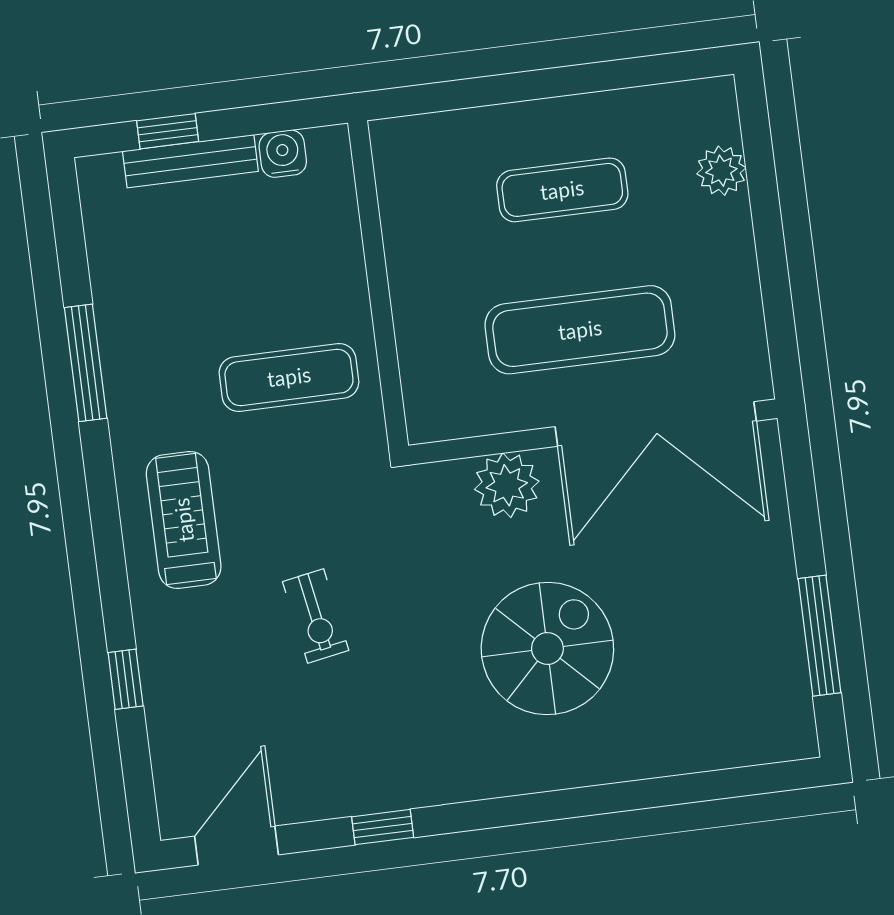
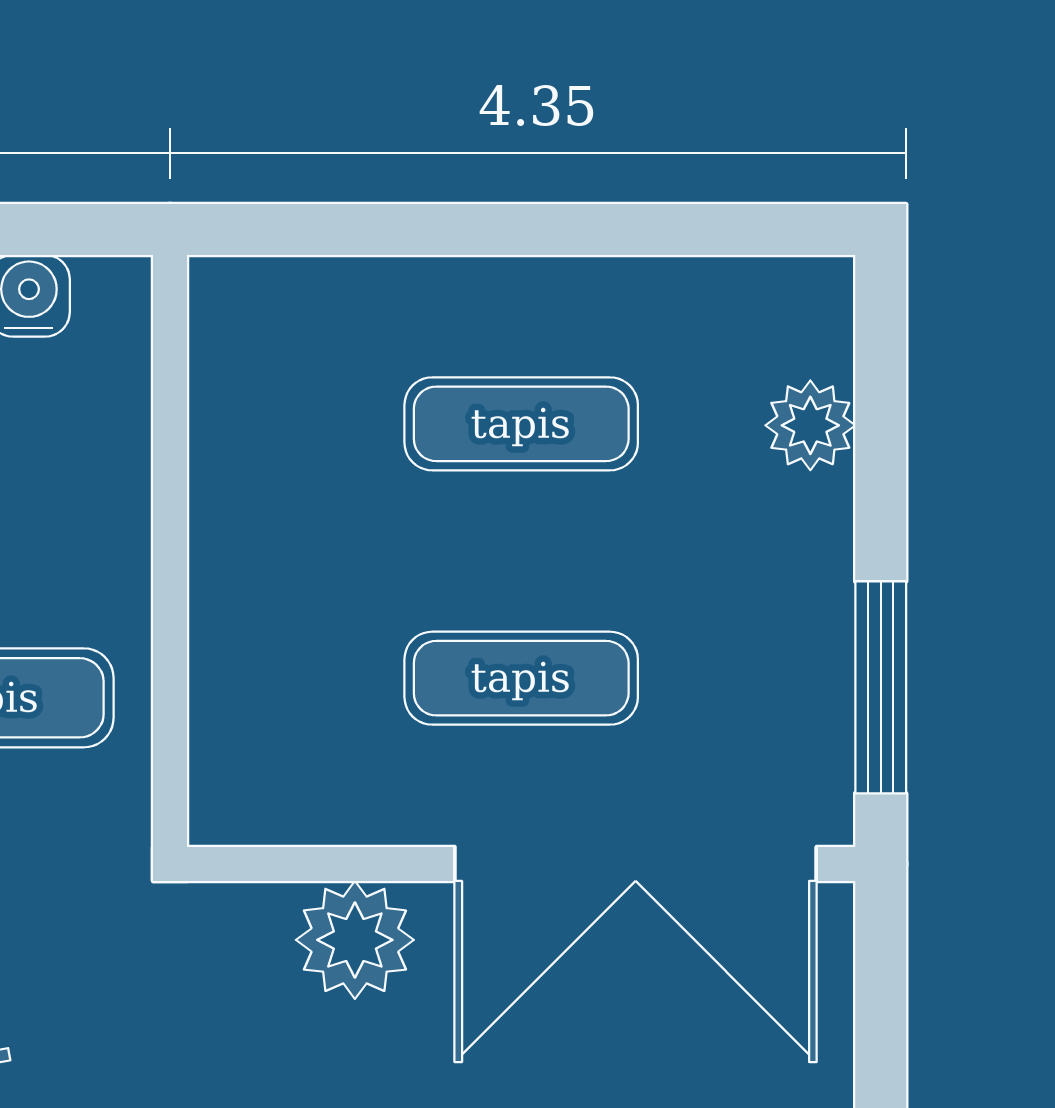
window: (778, 310) -> (881, 687), added
exercise mat: (580, 330) -> (521, 678), width x0.73, depth x0.69

